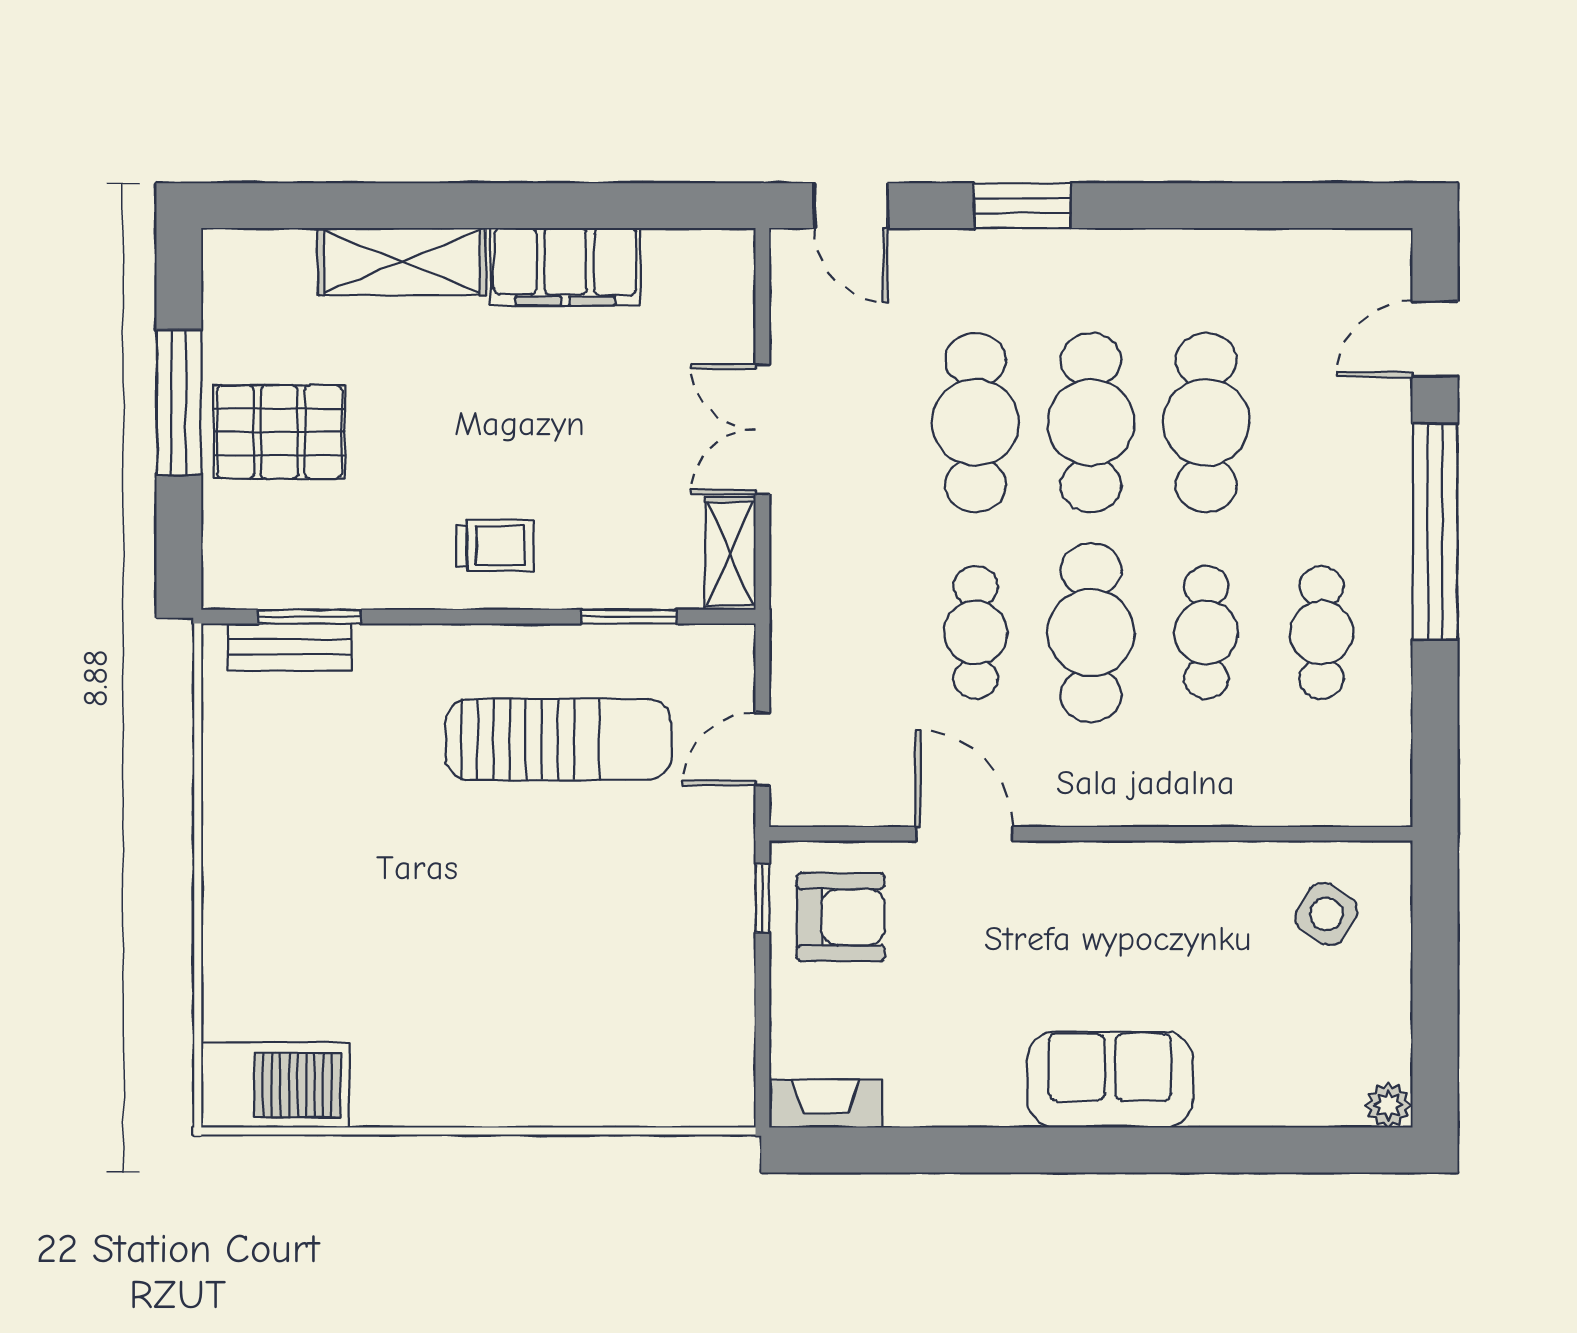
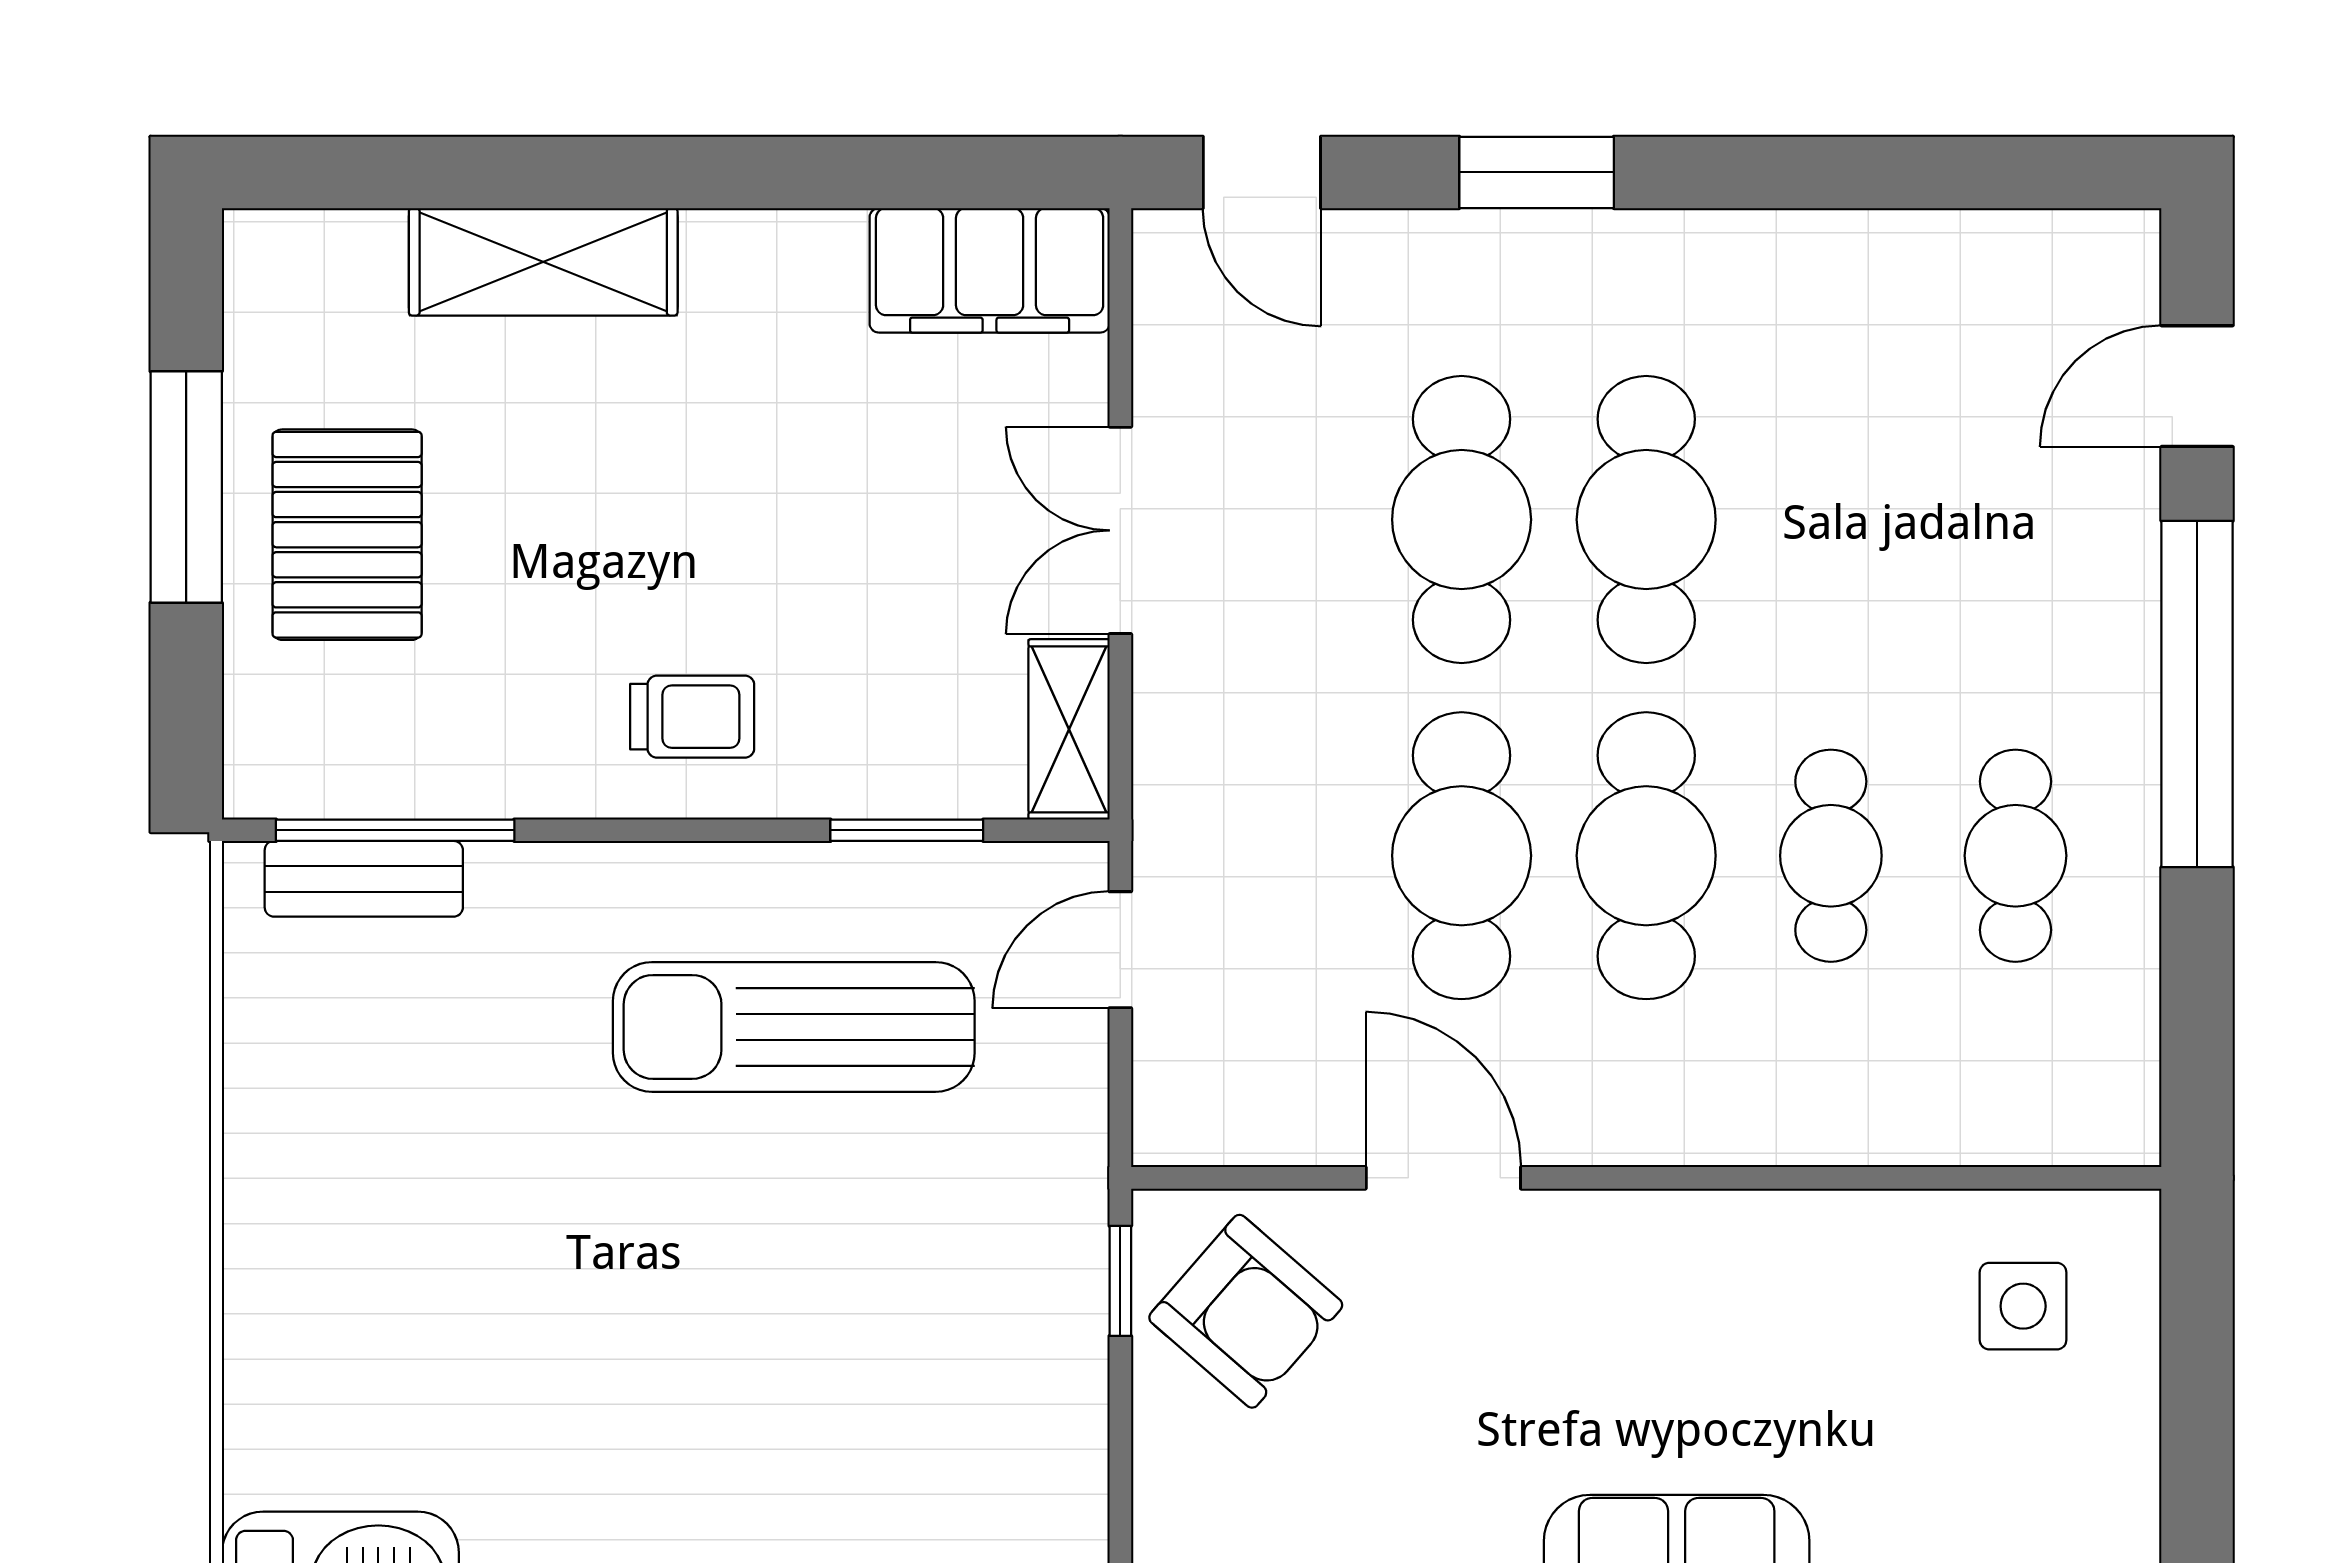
filing cabinet: (565, 267) -> (990, 270), moved
cafe table: (1206, 422) -> (1831, 520), removed
pallet: (279, 432) -> (347, 535), turned 90
window: (309, 617) -> (395, 830), width x1.44
cafe table: (976, 633) -> (1462, 856), width x1.37, depth x1.35
sun lounger: (558, 739) -> (794, 1027), turned 180
door: (762, 749) -> (1120, 950), moved
side table: (1326, 914) -> (2023, 1306), turned -33
armchair: (841, 917) -> (1246, 1311), turned 41

